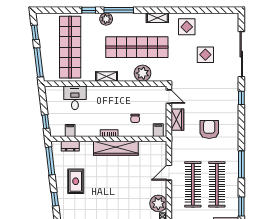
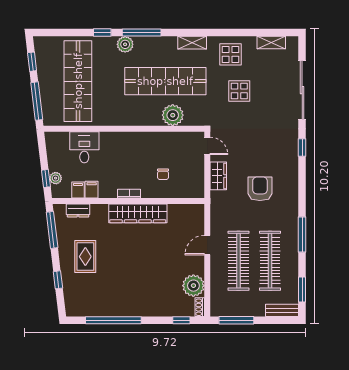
display table: (205, 55) -> (239, 91), moved
shelving: (107, 76) -> (271, 43), moved
plant: (53, 121) -> (56, 178), added
filing cabinet: (158, 130) -> (92, 190), moved

